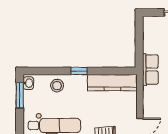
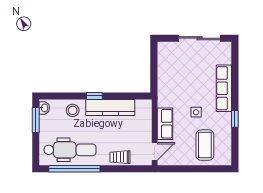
row of seats: (150, 70) -> (165, 124), moved
kitchen counter: (112, 83) -> (110, 108), moved

